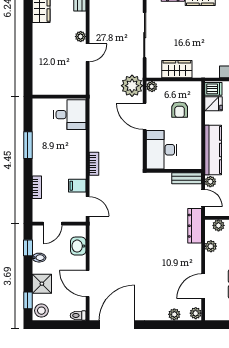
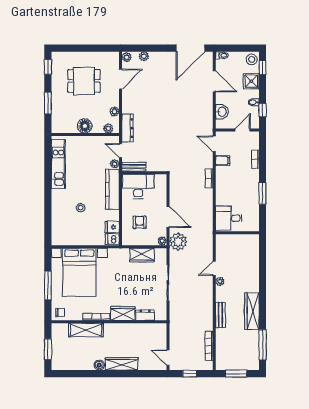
desk: (162, 150) -> (138, 186), moved, turned -90

